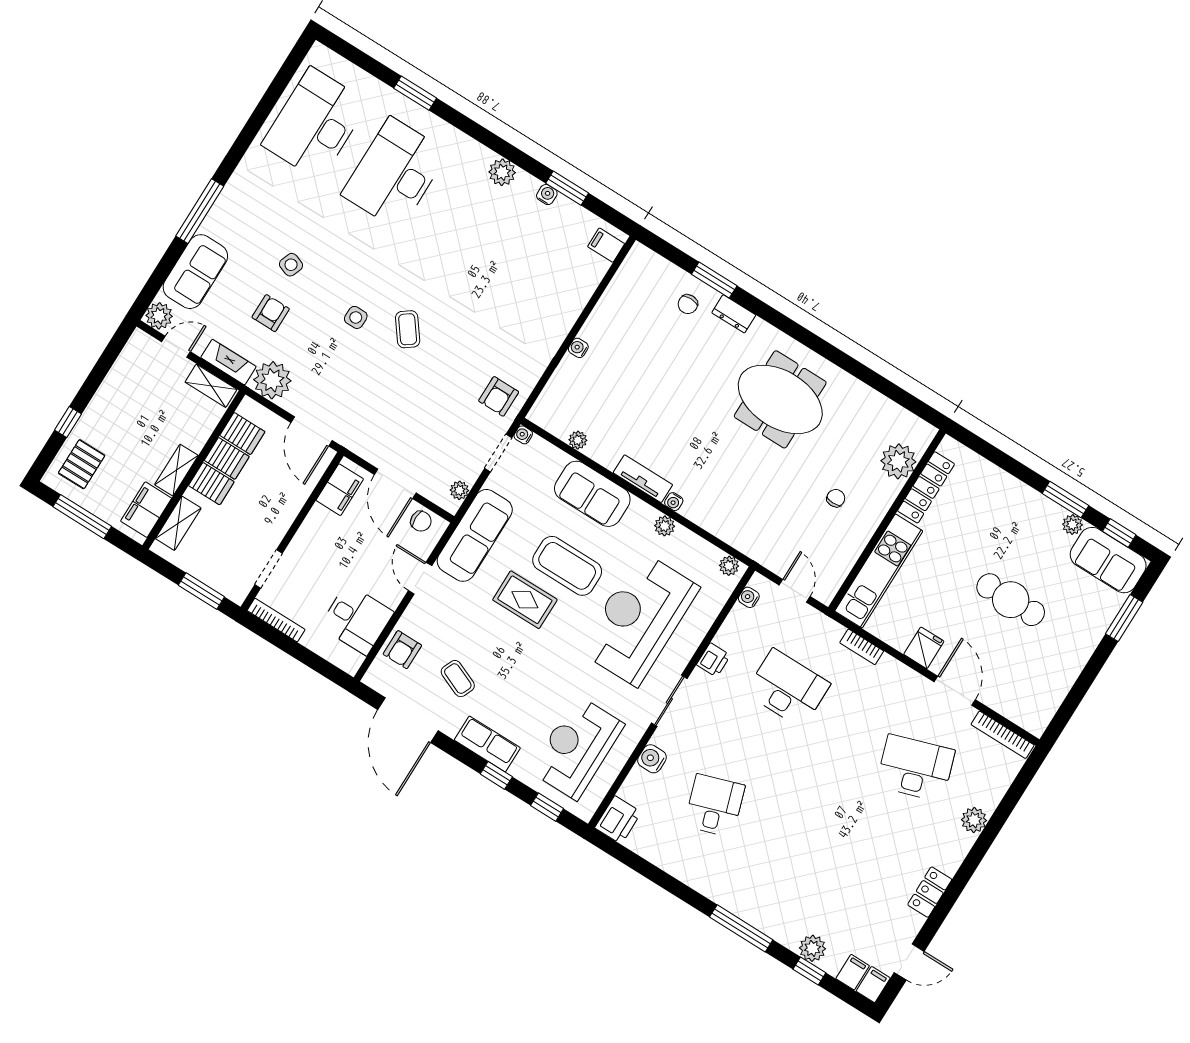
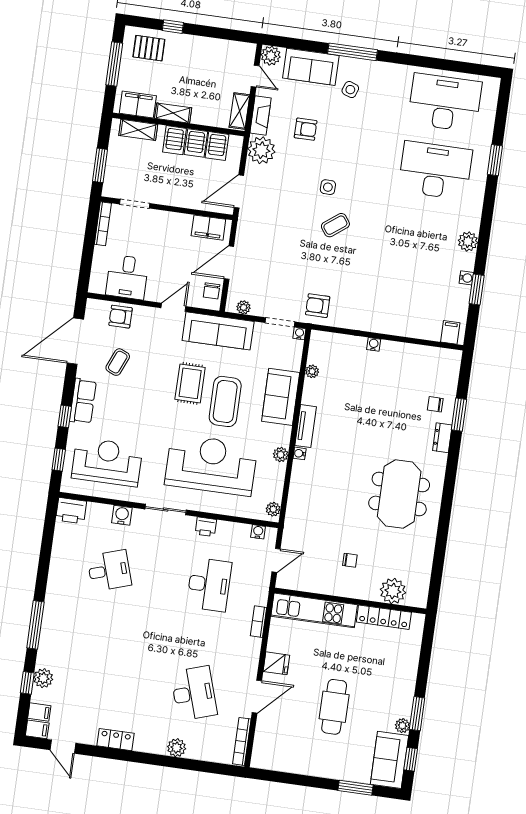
side table: (291, 265) -> (350, 90), moved

